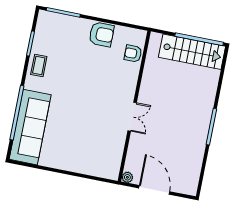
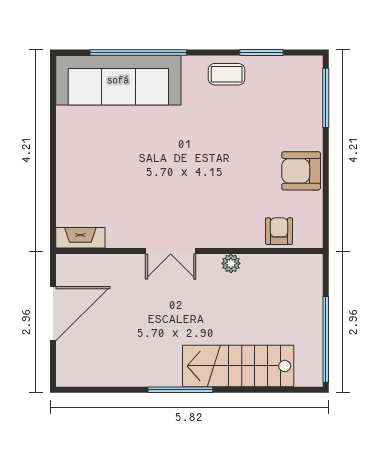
armchair: (102, 34) -> (301, 171), turned 90
stairs: (192, 52) -> (238, 366), moved, turned 90
fireplace: (115, 166) -> (80, 238), added
plant: (127, 177) -> (231, 263), moved

